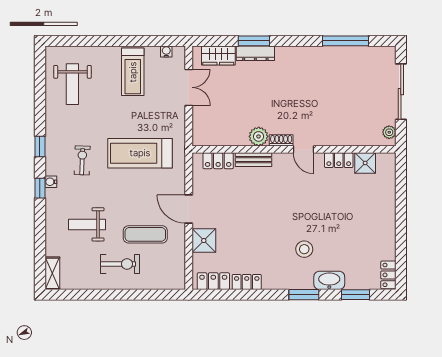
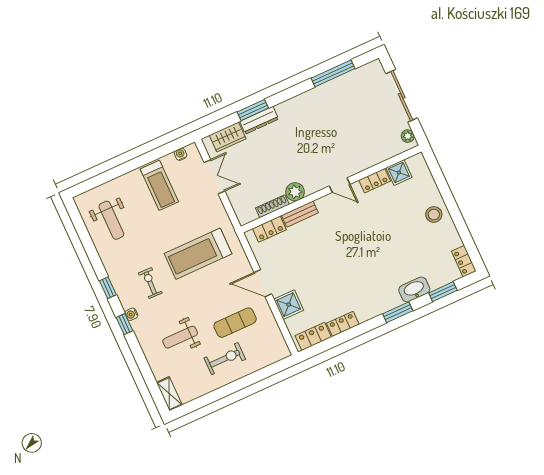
shoe rack: (281, 140) -> (272, 206), moved, width x1.43
stool: (304, 249) -> (434, 215), moved

